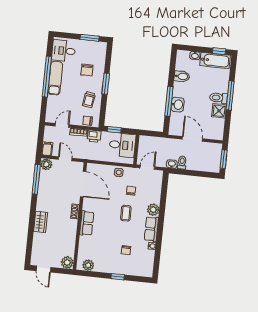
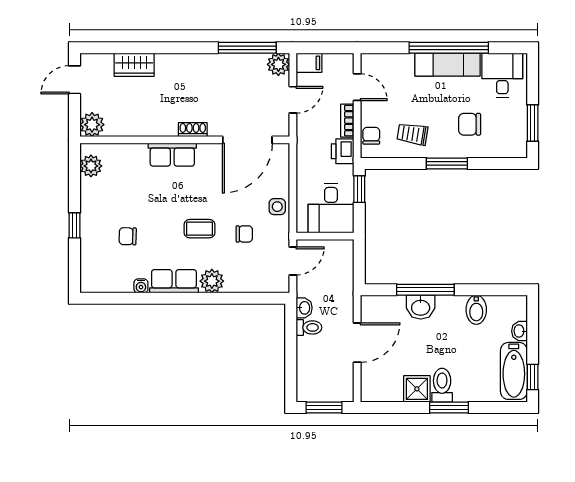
window: (230, 95) -> (449, 407), width x0.69
door: (147, 167) -> (293, 261), hinge flipped
wardrobe: (41, 222) -> (134, 65), moved

